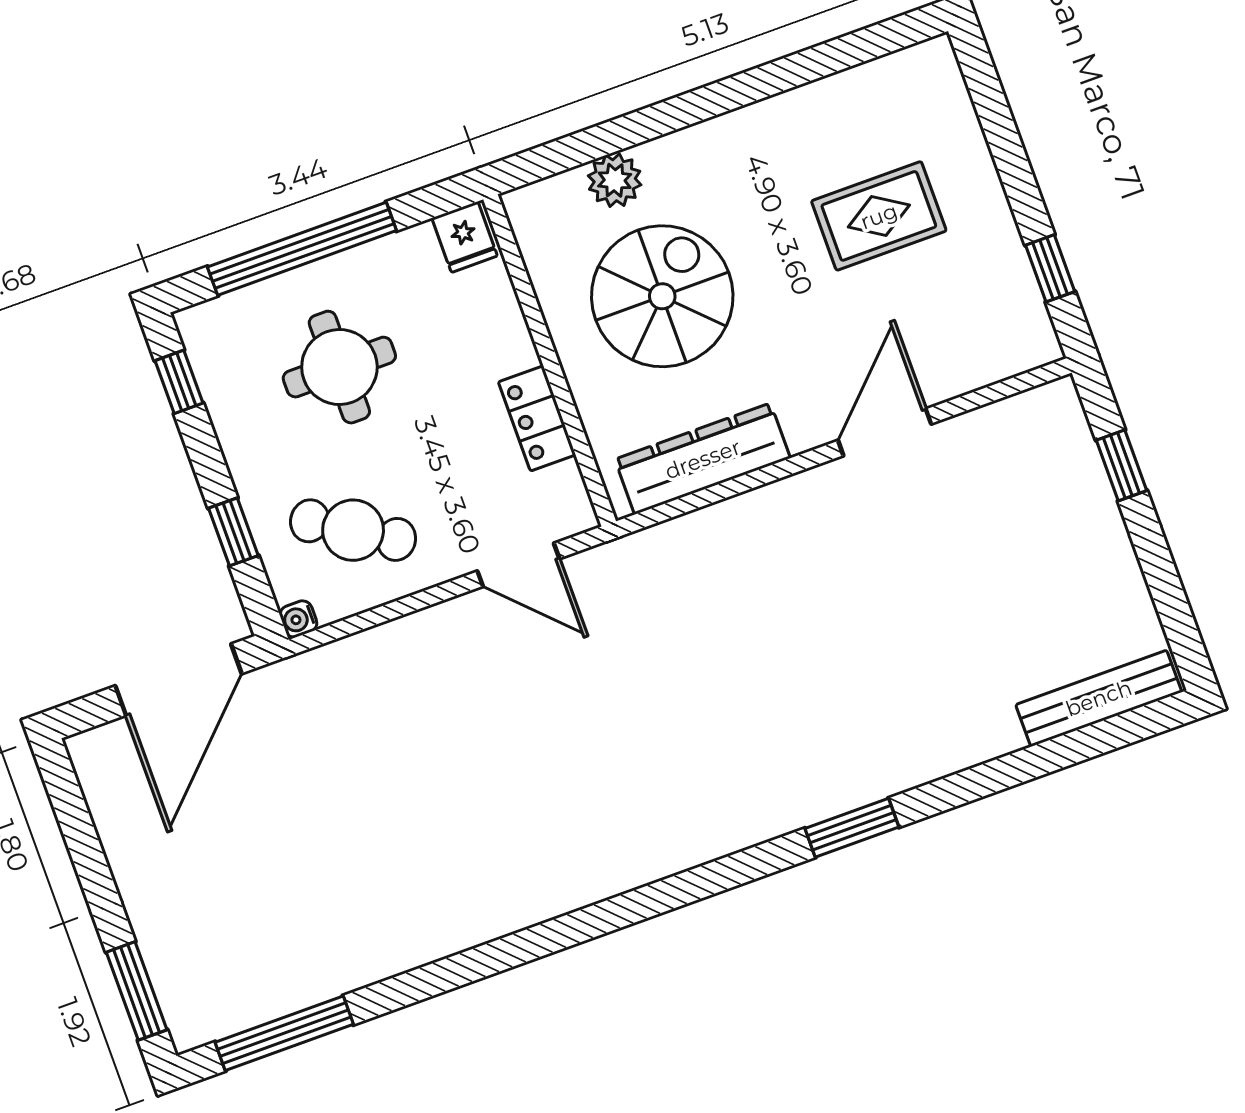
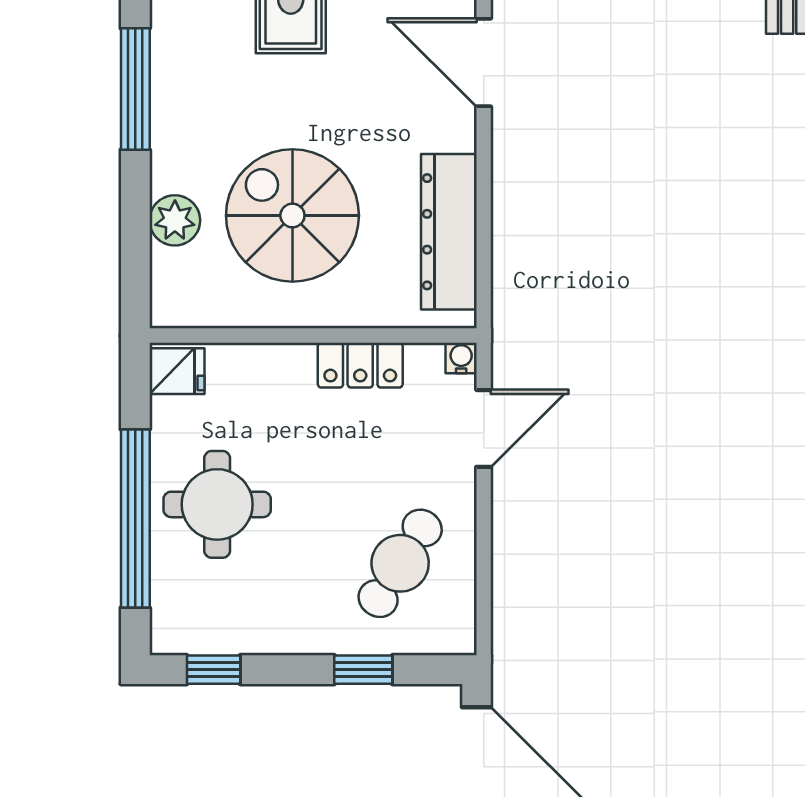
window: (732, 93) -> (135, 89), added
round table: (339, 367) -> (217, 504), moved
water cooler: (298, 619) -> (461, 358), moved, turned 180

